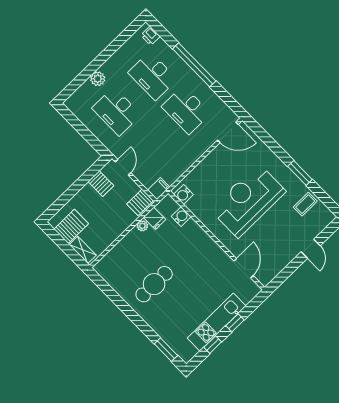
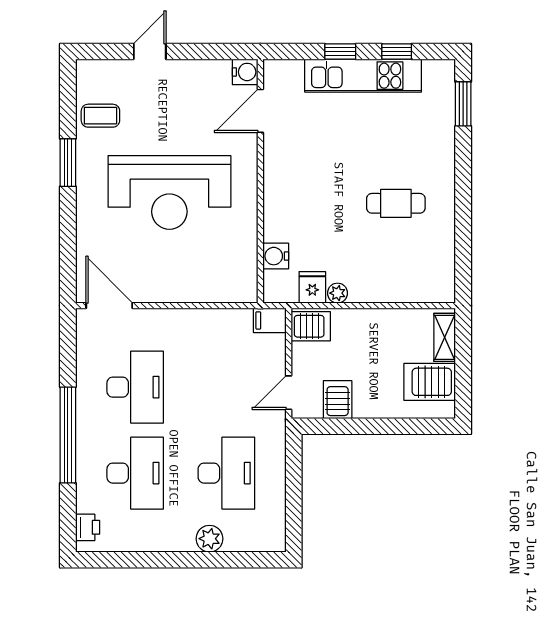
water cooler: (183, 194) -> (245, 72), moved
cafe table: (154, 284) -> (396, 203), width x0.73, depth x0.74

